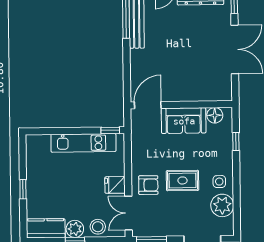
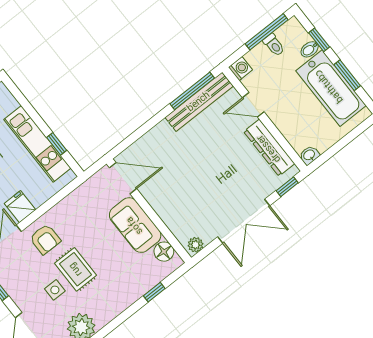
plant: (226, 92) -> (195, 245), added
window: (110, 130) -> (57, 144), moved
side table: (219, 182) -> (55, 290), moved

